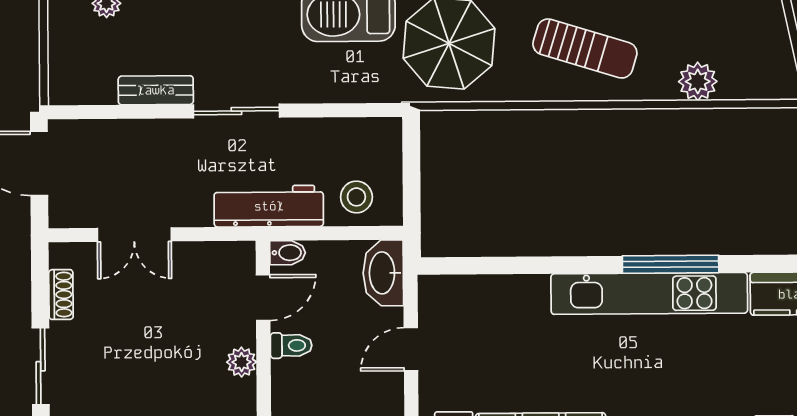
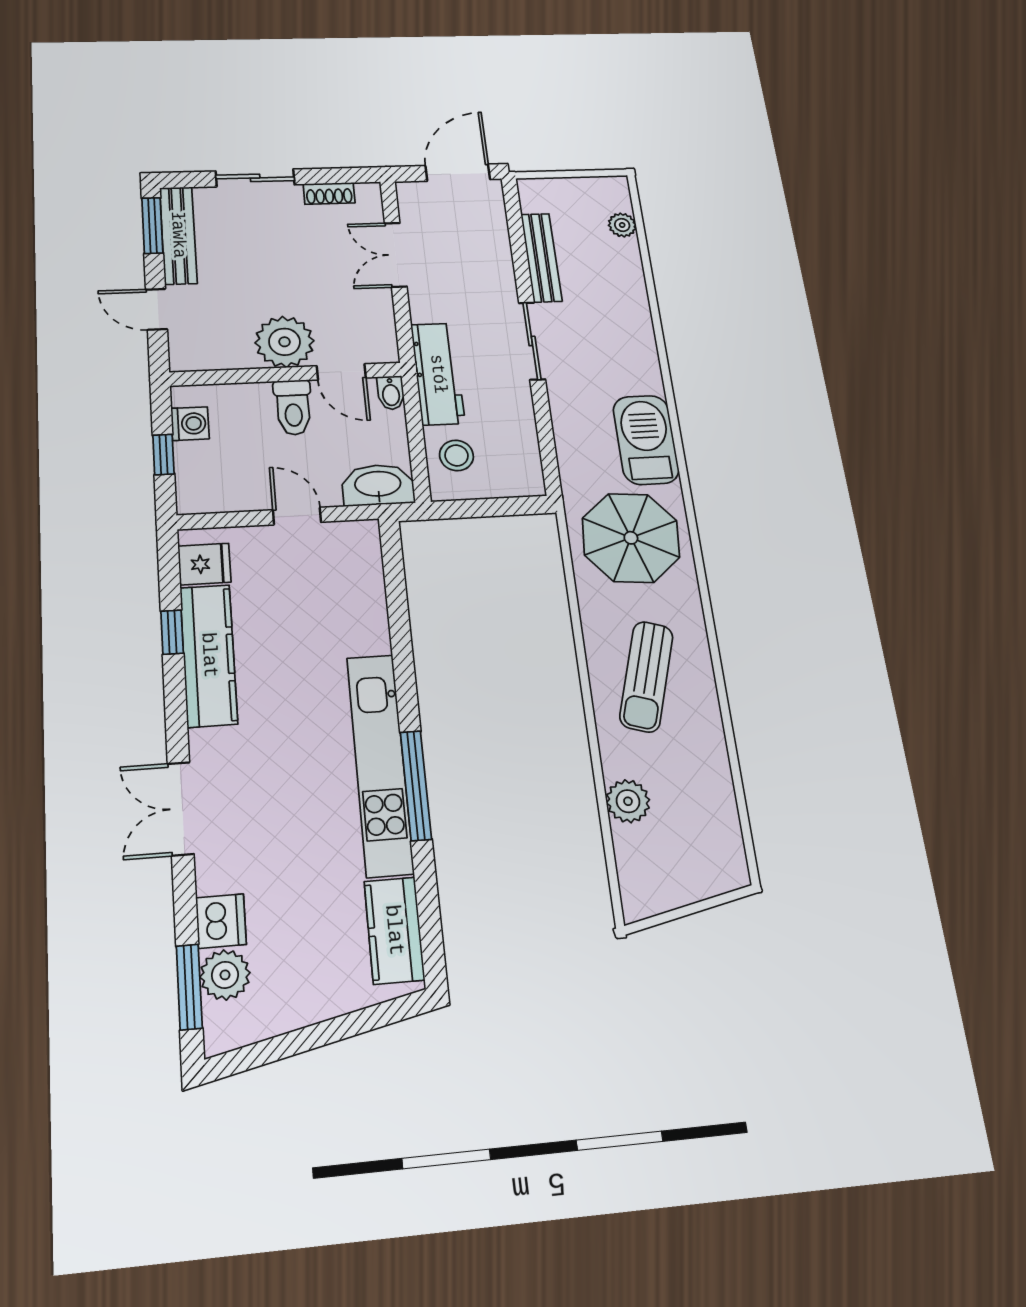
bench: (156, 90) -> (541, 258), width x1.36
toilet: (291, 345) -> (293, 407), width x1.37, depth x1.39
plant: (242, 362) -> (284, 342), width x1.88, depth x1.88

